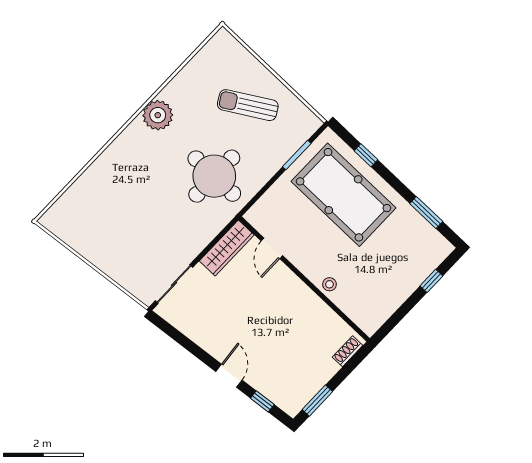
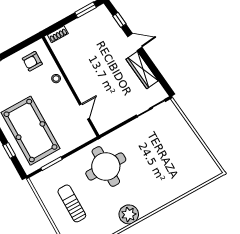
sun lounger: (248, 105) -> (72, 203), turned -149
wardrobe: (227, 248) -> (142, 70), moved, turned -96
armchair: (373, 299) -> (32, 61), added
door: (229, 376) -> (135, 42), swing flipped

